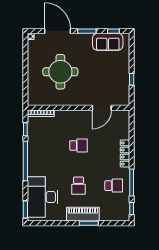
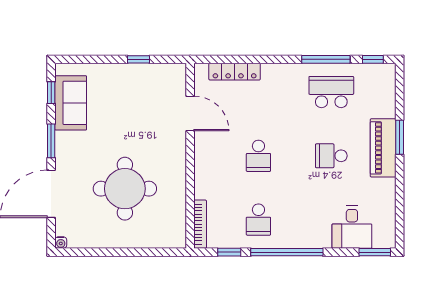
school desk: (43, 145) -> (258, 220), added
school desk: (79, 145) -> (258, 156), turned 180
locker: (125, 154) -> (235, 72), moved
school desk: (79, 186) -> (331, 156), turned 180
school desk: (114, 186) -> (331, 92), width x1.85
desk: (43, 197) -> (352, 227), width x0.53, depth x0.77

